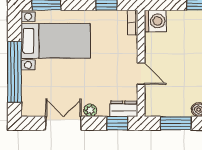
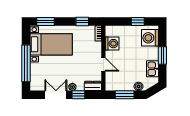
washing machine: (155, 21) -> (112, 44), moved
window: (117, 123) -> (78, 95), moved

